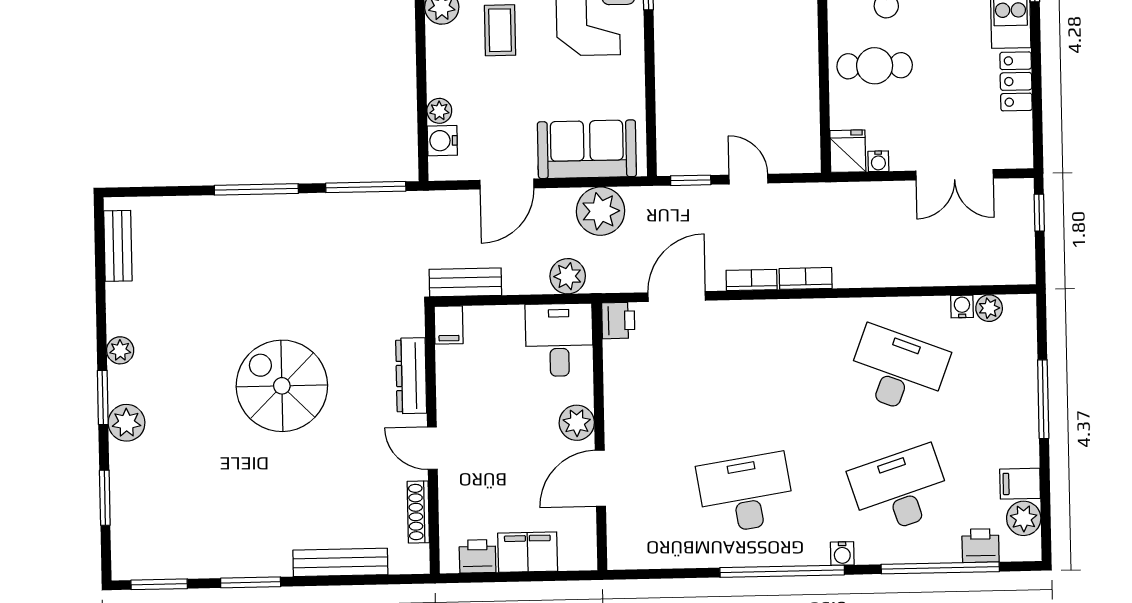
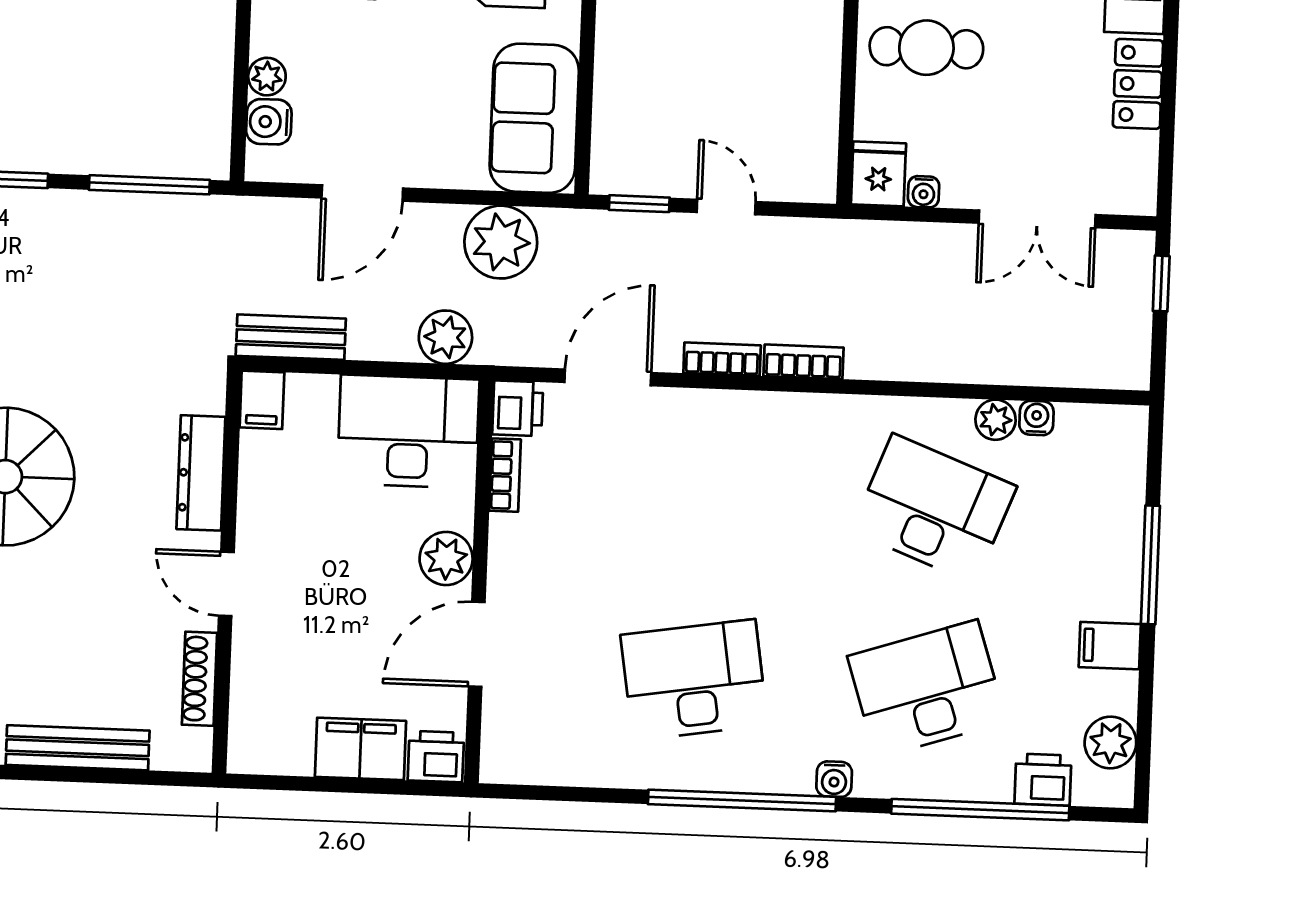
sofa: (587, 149) -> (534, 118), moved, turned -90
plant: (989, 308) -> (996, 420), moved
desk: (559, 340) -> (408, 432), width x1.37
bookcase: (612, 365) -> (505, 475), added
filing cabinet: (1020, 484) -> (1110, 646), moved
printer: (478, 556) -> (436, 757), moved

